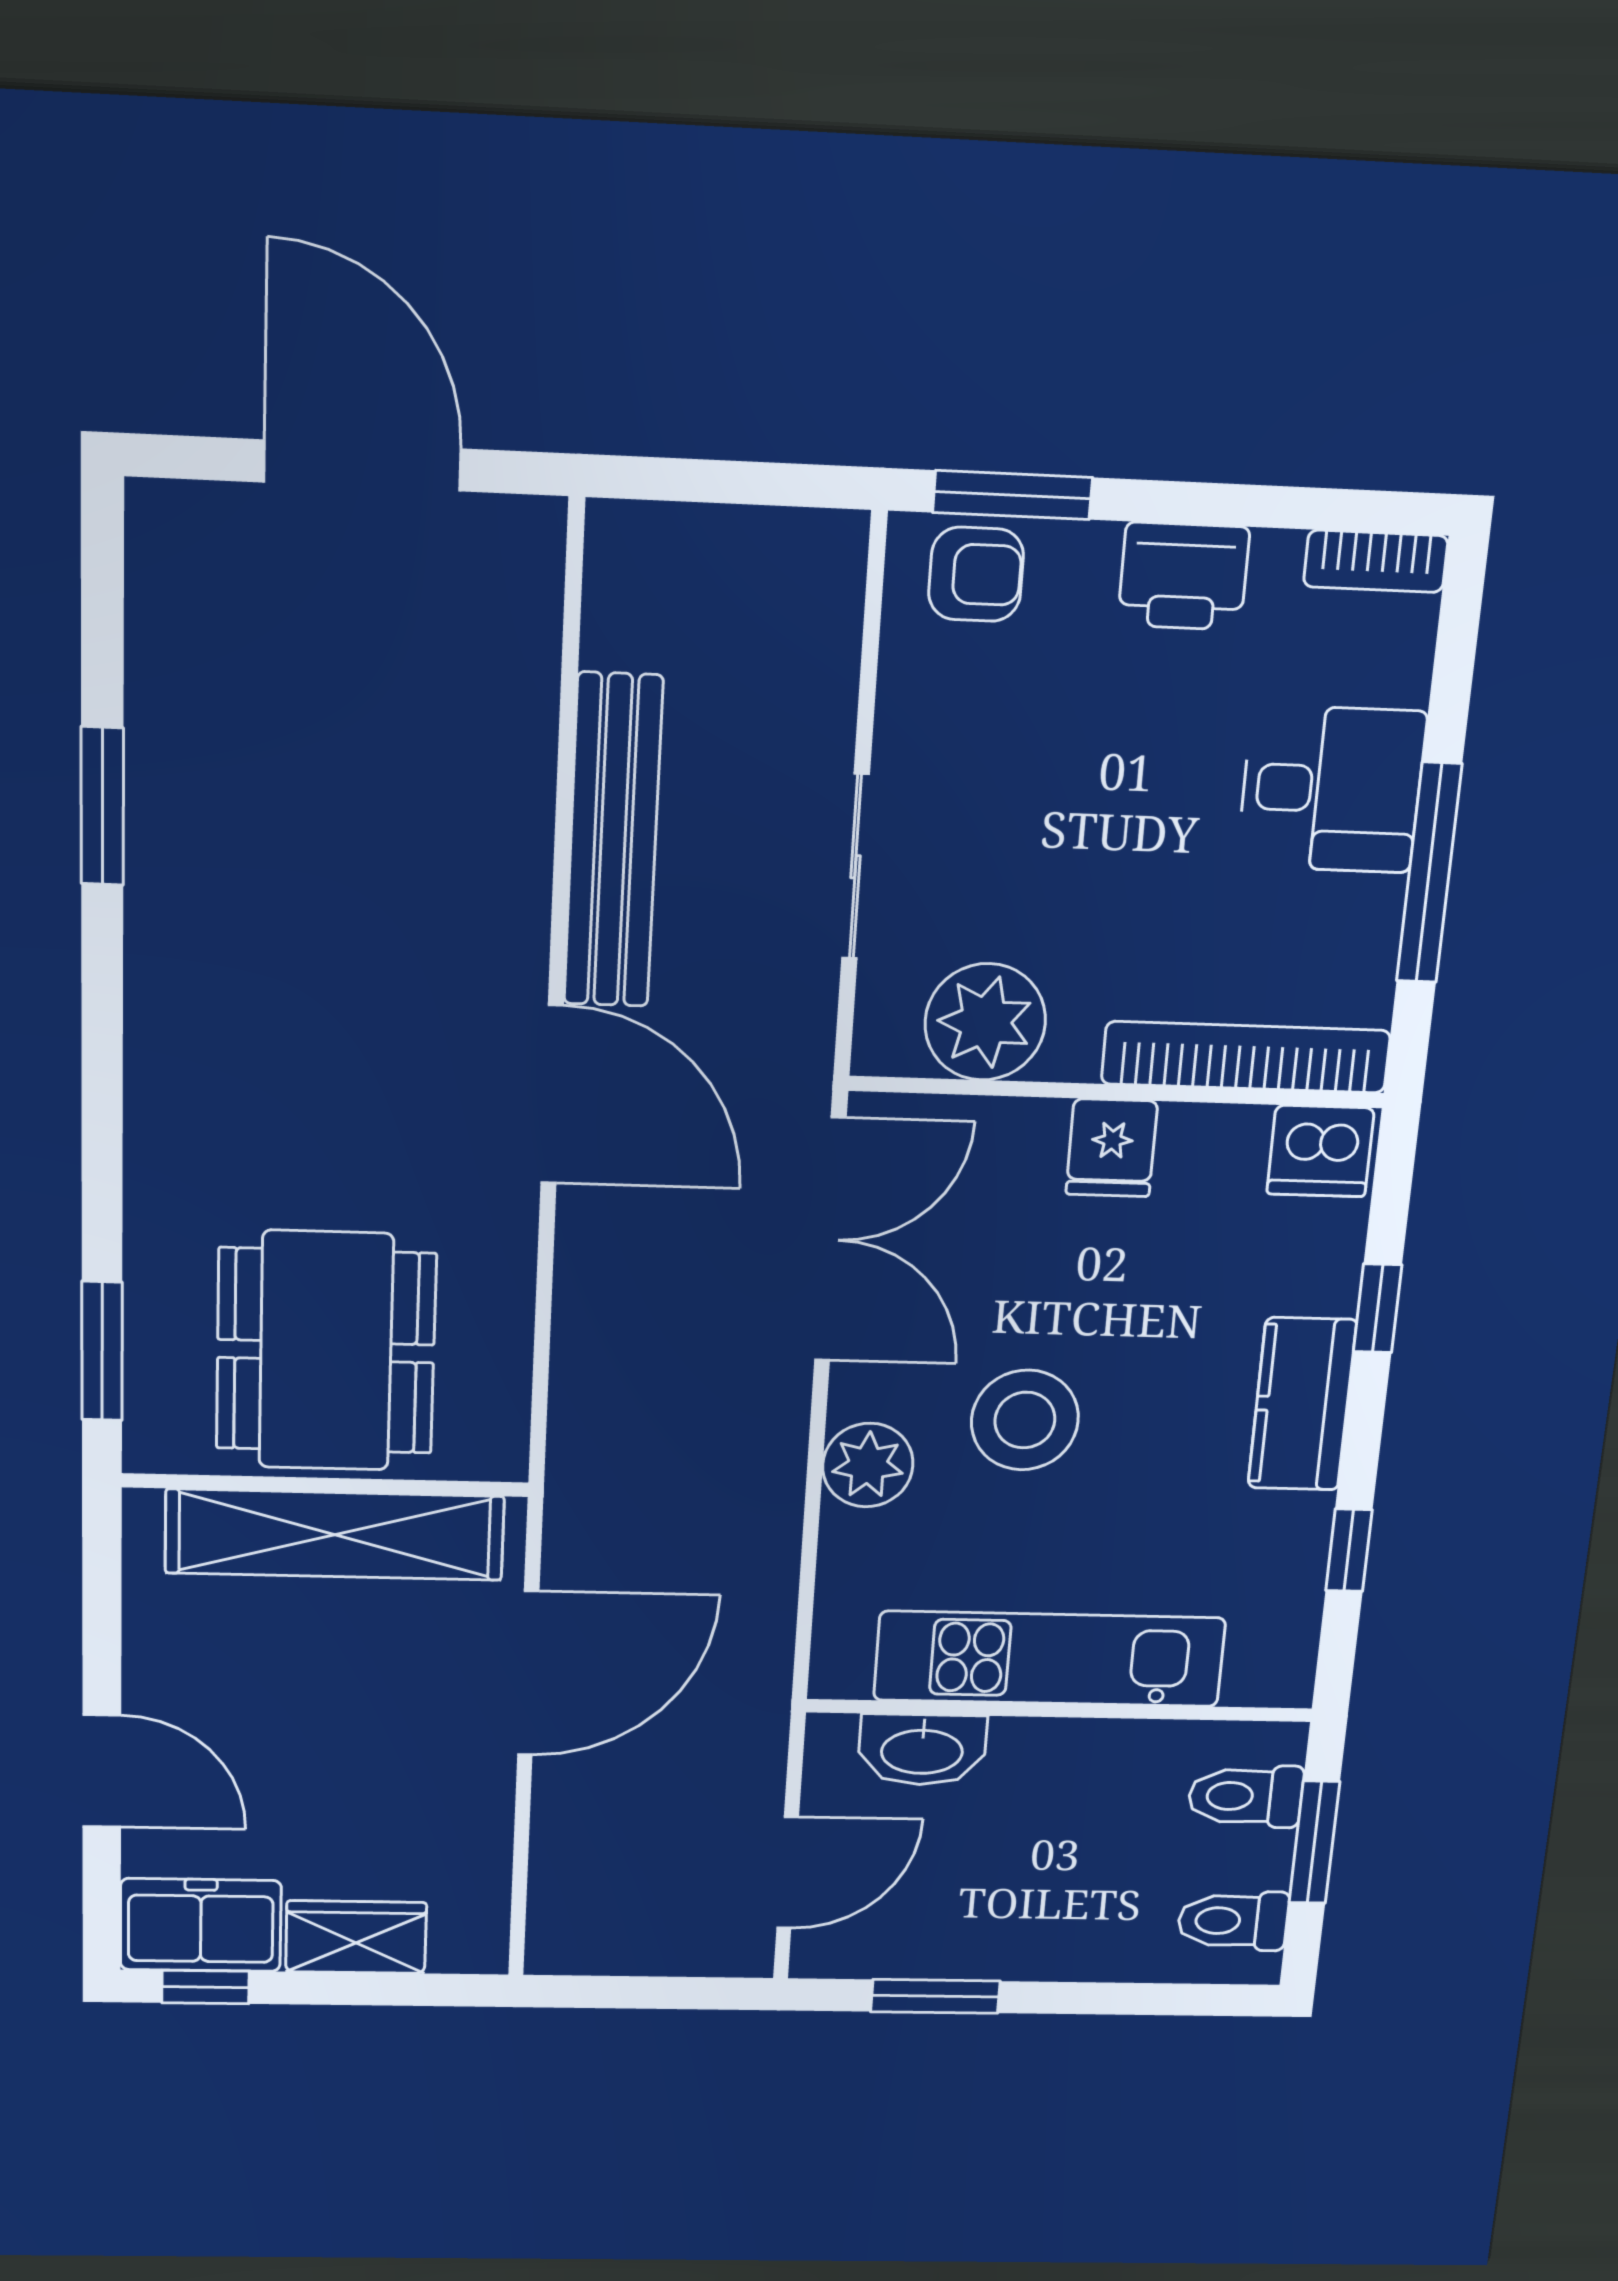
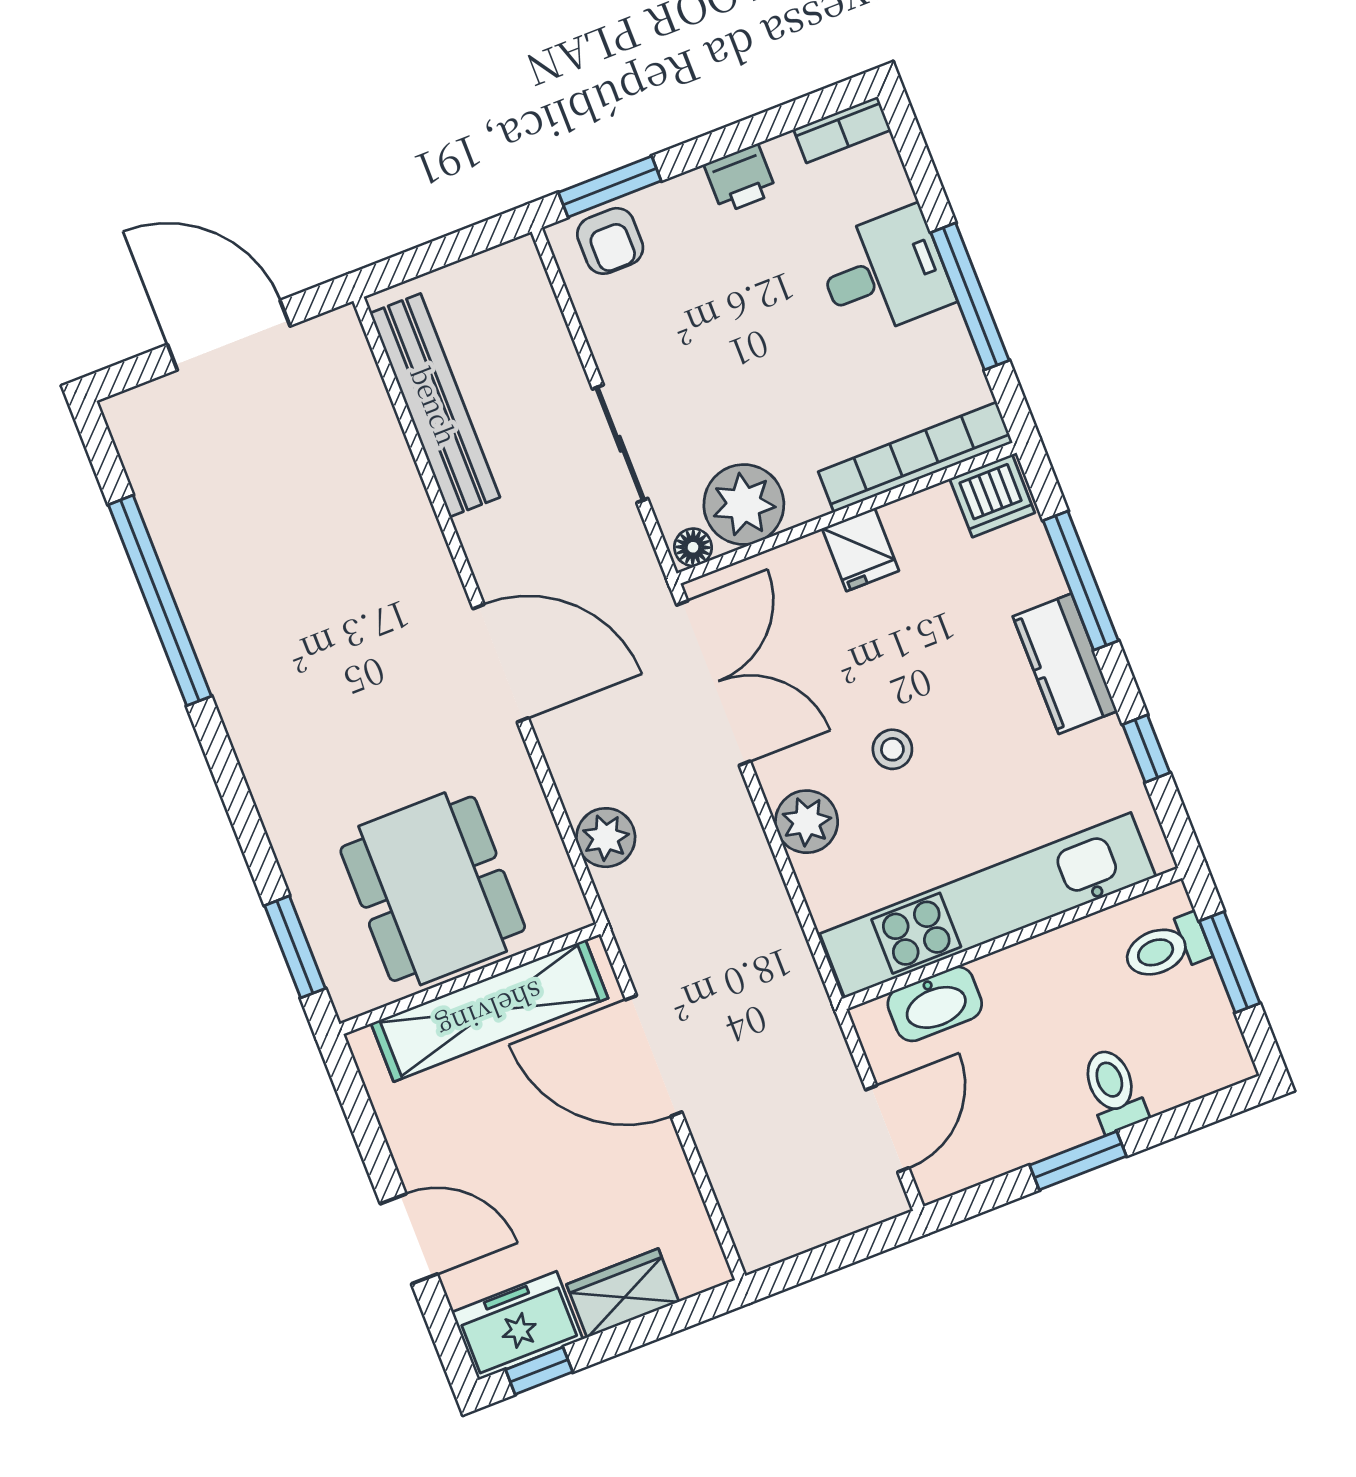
armchair: (976, 574) -> (610, 241), turned 90
printer: (1184, 576) -> (740, 179), width x0.73, depth x0.81
window: (102, 806) -> (160, 600), width x2.11
bench: (613, 841) -> (435, 405), moved
floor lamp: (889, 1050) -> (693, 547), added
window: (1378, 1308) -> (1081, 581), width x2.17
plant: (591, 1379) -> (606, 838), added
stool: (1025, 1420) -> (892, 749), width x0.53, depth x0.53
kitchen unit: (1050, 1659) -> (988, 905), width x1.36
door: (528, 1673) -> (654, 1056), swing flipped
toilet: (1233, 1921) -> (1113, 1090), moved, turned 90
window: (935, 1996) -> (1078, 1161), moved

